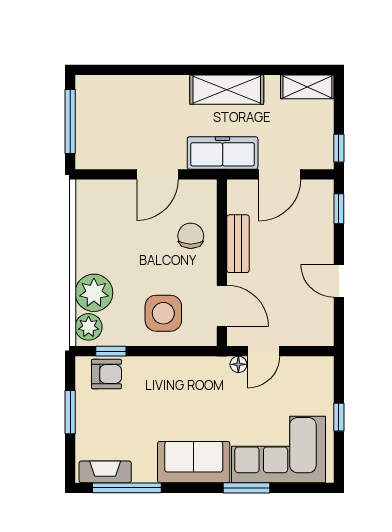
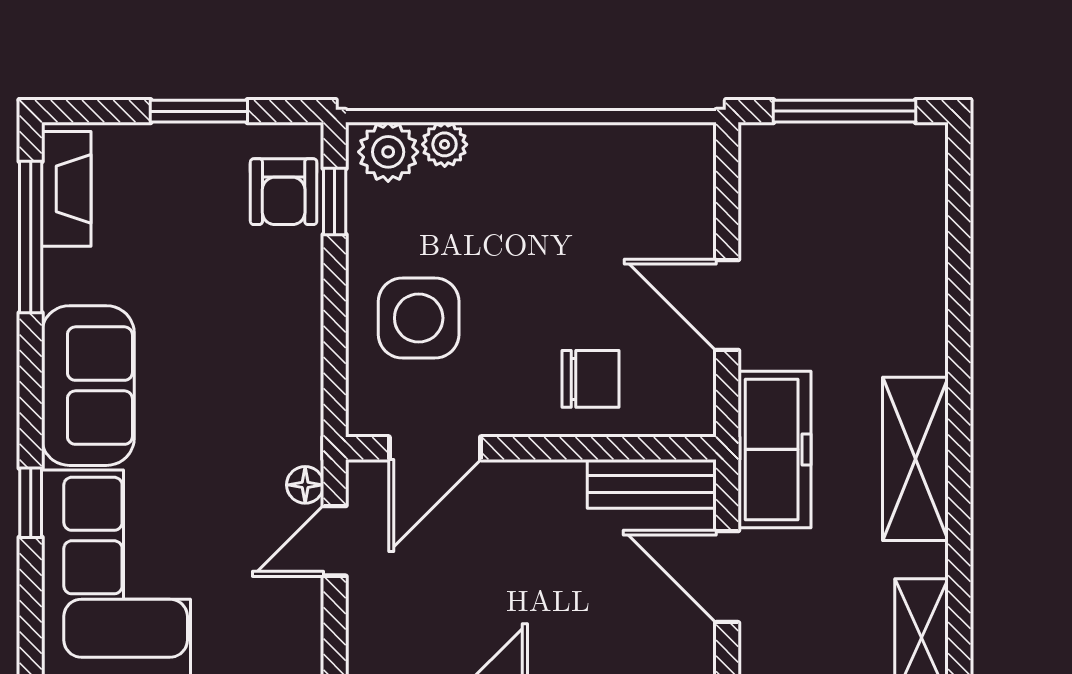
bench: (238, 244) -> (652, 484), moved
plant: (94, 293) -> (445, 144), width x0.53, depth x0.53
door: (264, 351) -> (335, 541), hinge flipped
window: (246, 488) -> (31, 503), width x0.67

